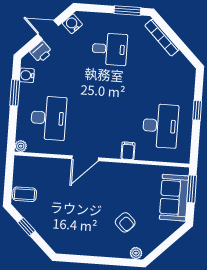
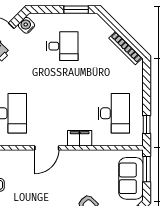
bookcase: (162, 38) -> (126, 48), moved
window: (197, 110) -> (147, 124), moved
filing cabinet: (128, 151) -> (80, 138), width x2.00

